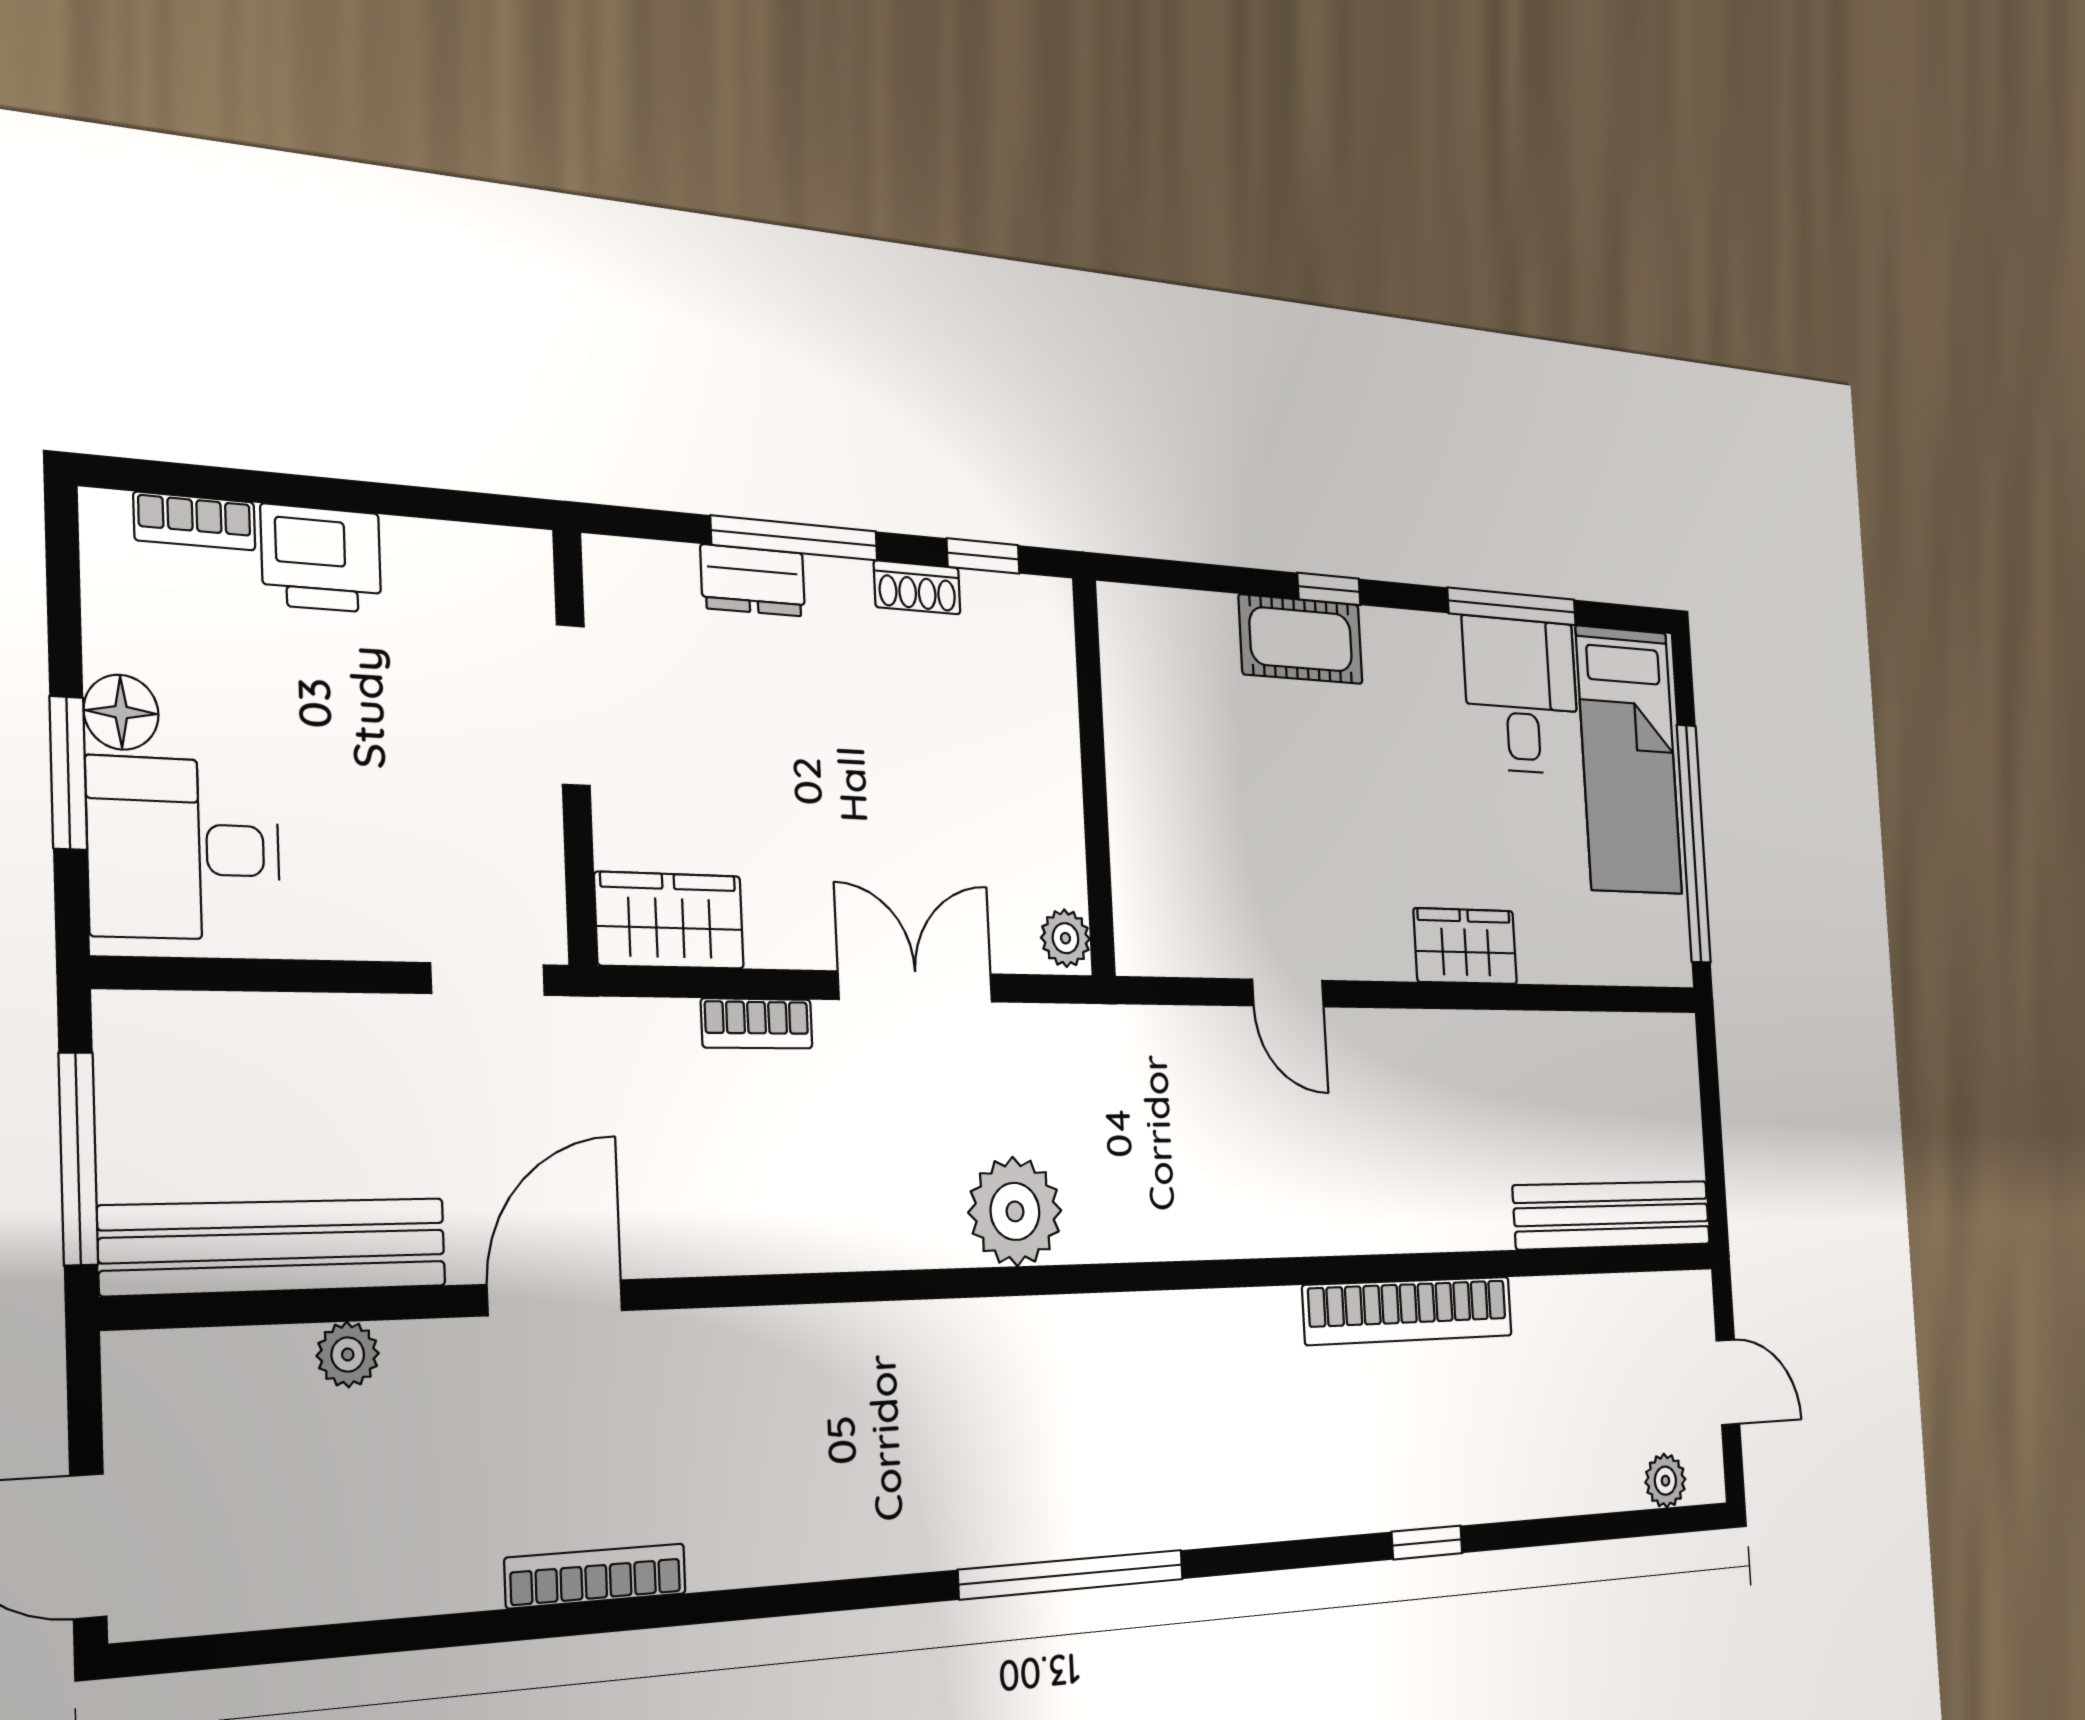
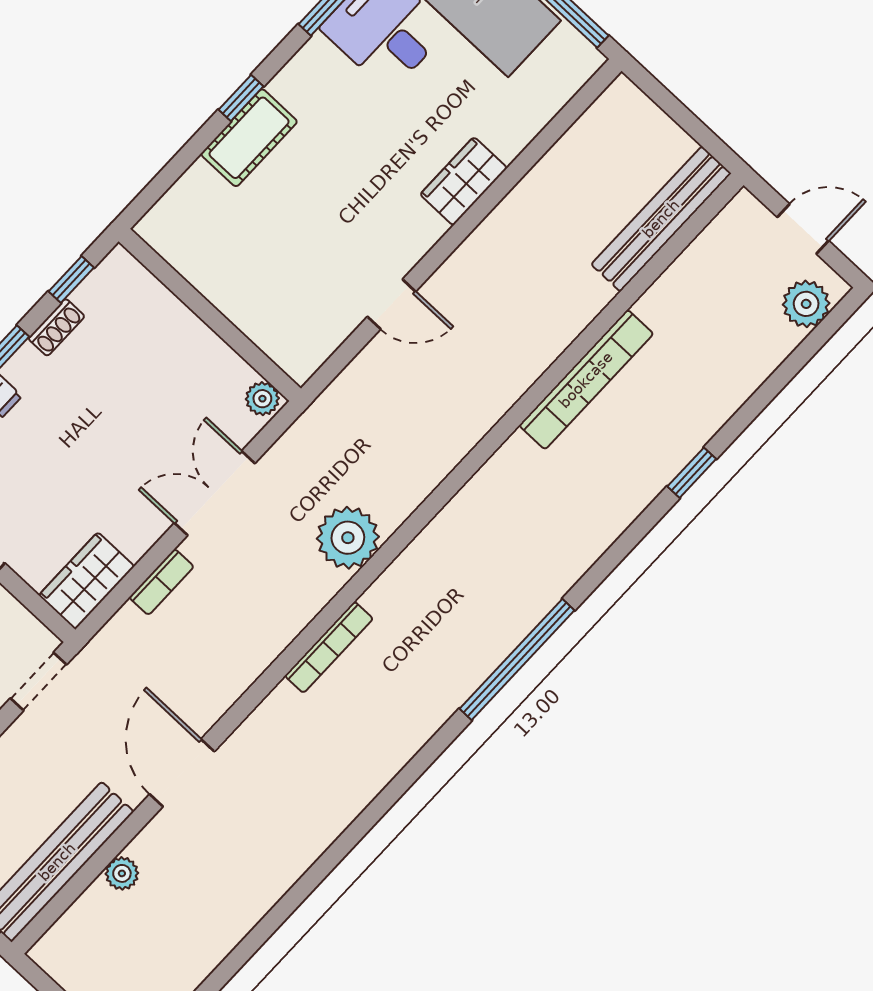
plant: (1665, 1481) -> (806, 304), width x1.38, depth x1.38
bookcase: (596, 1576) -> (329, 647), moved, turned 180

